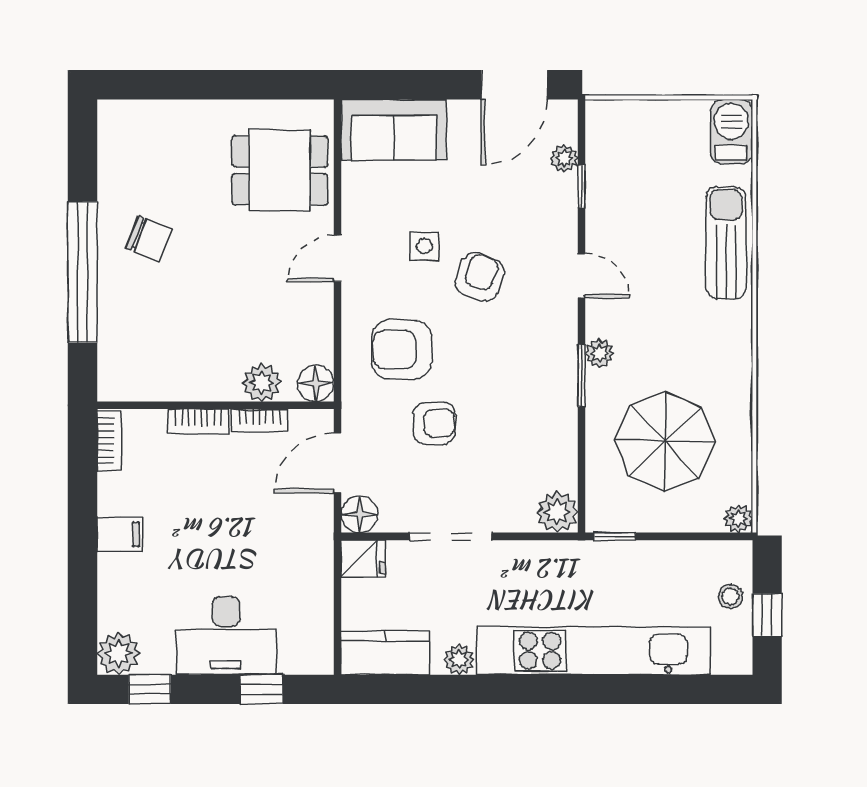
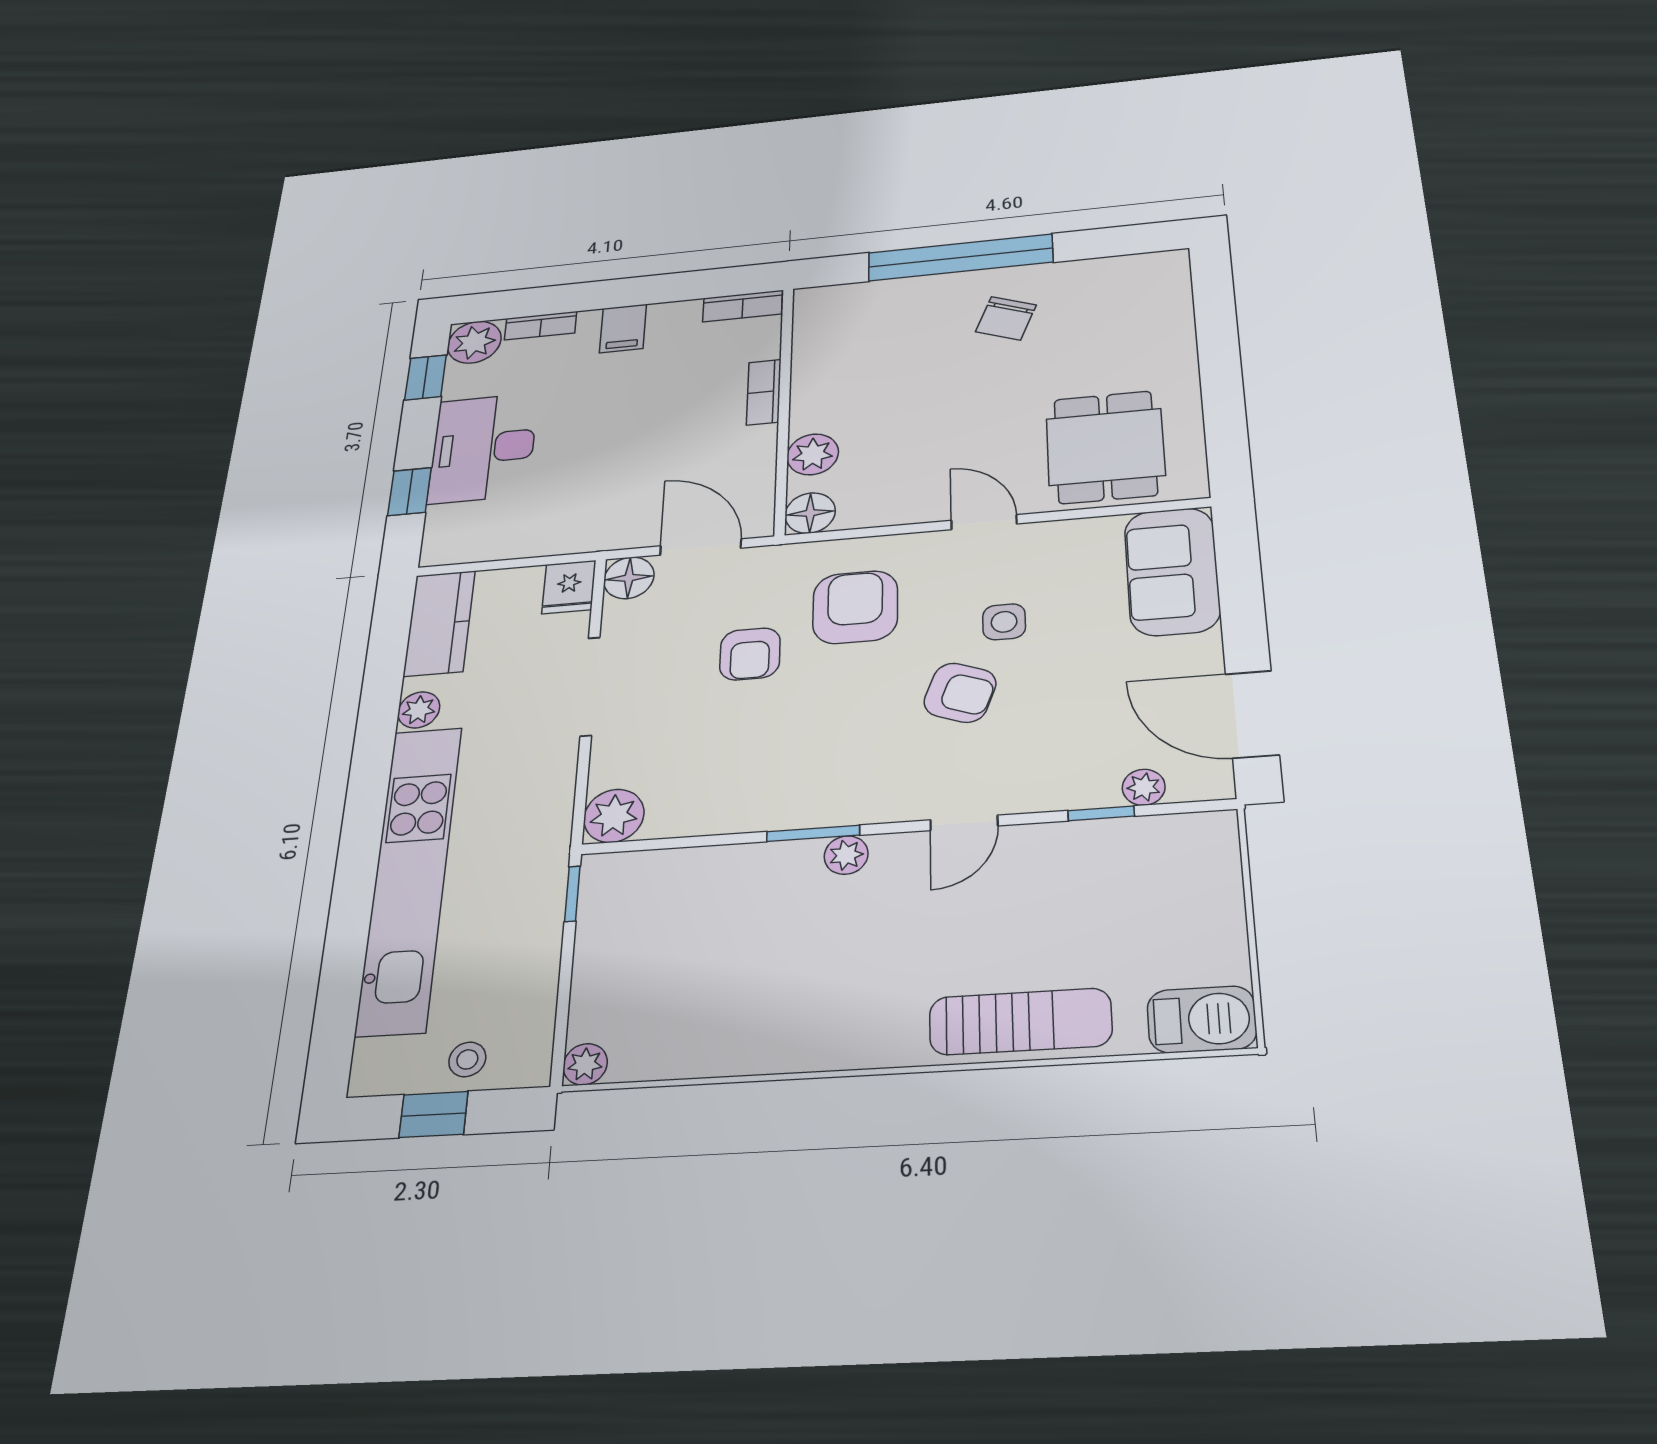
bookcase: (259, 420) -> (541, 326), moved, turned -90
parasol: (665, 441) -> (710, 953), removed

